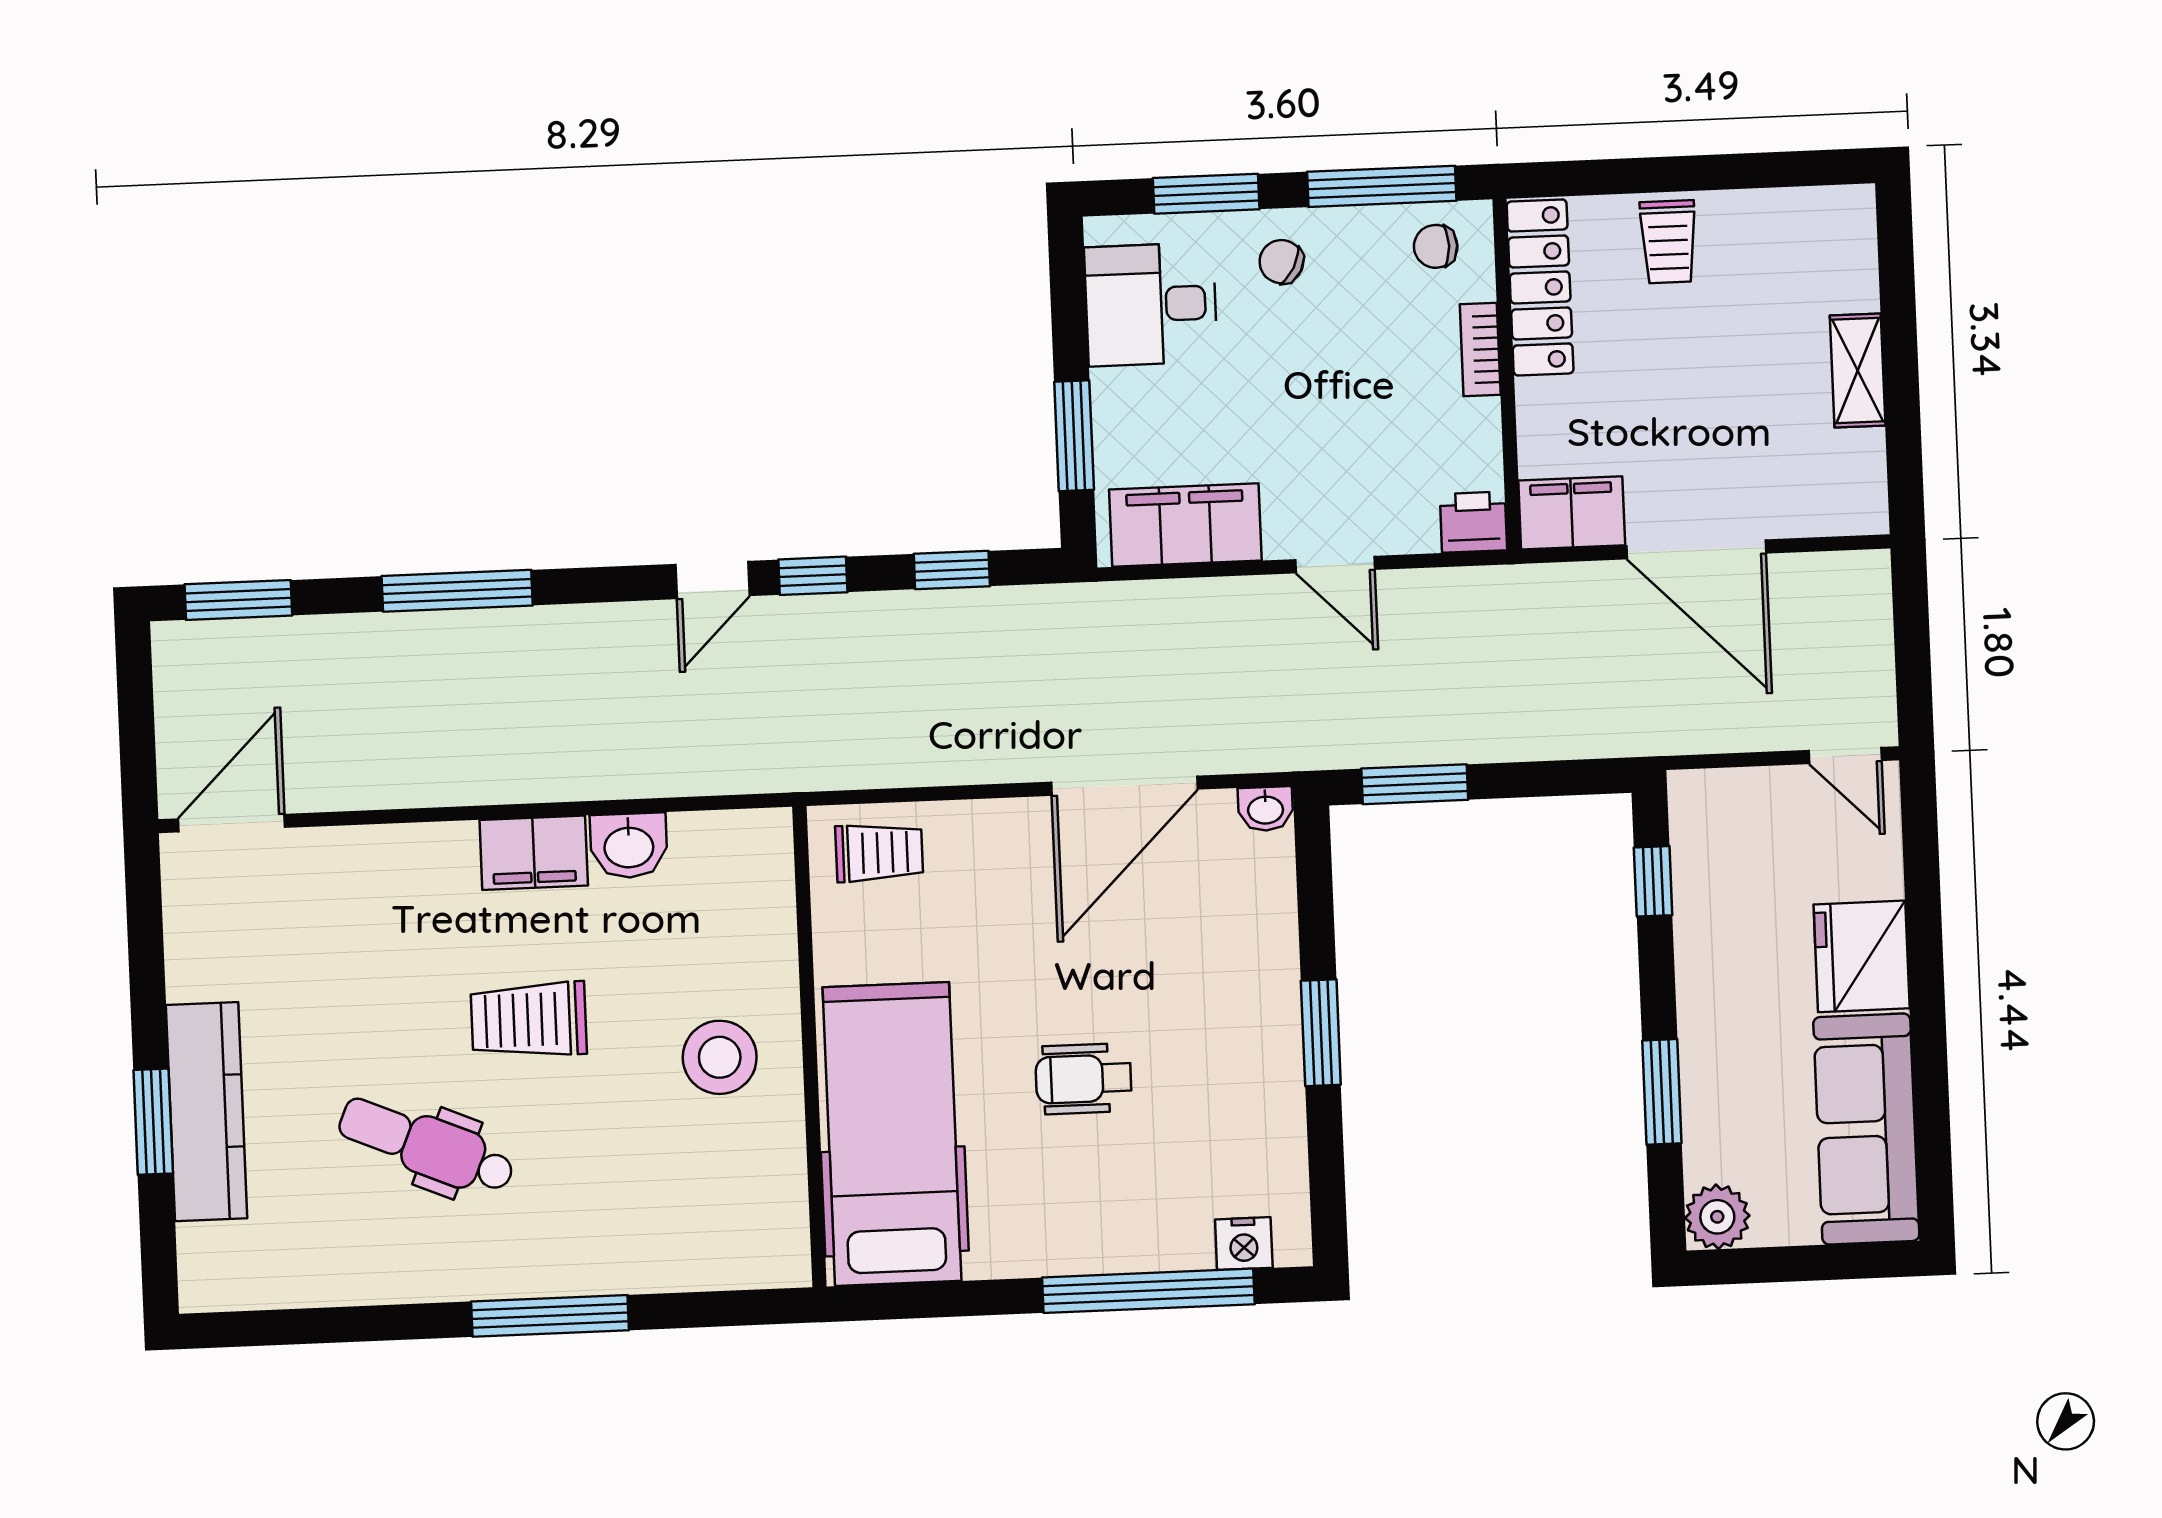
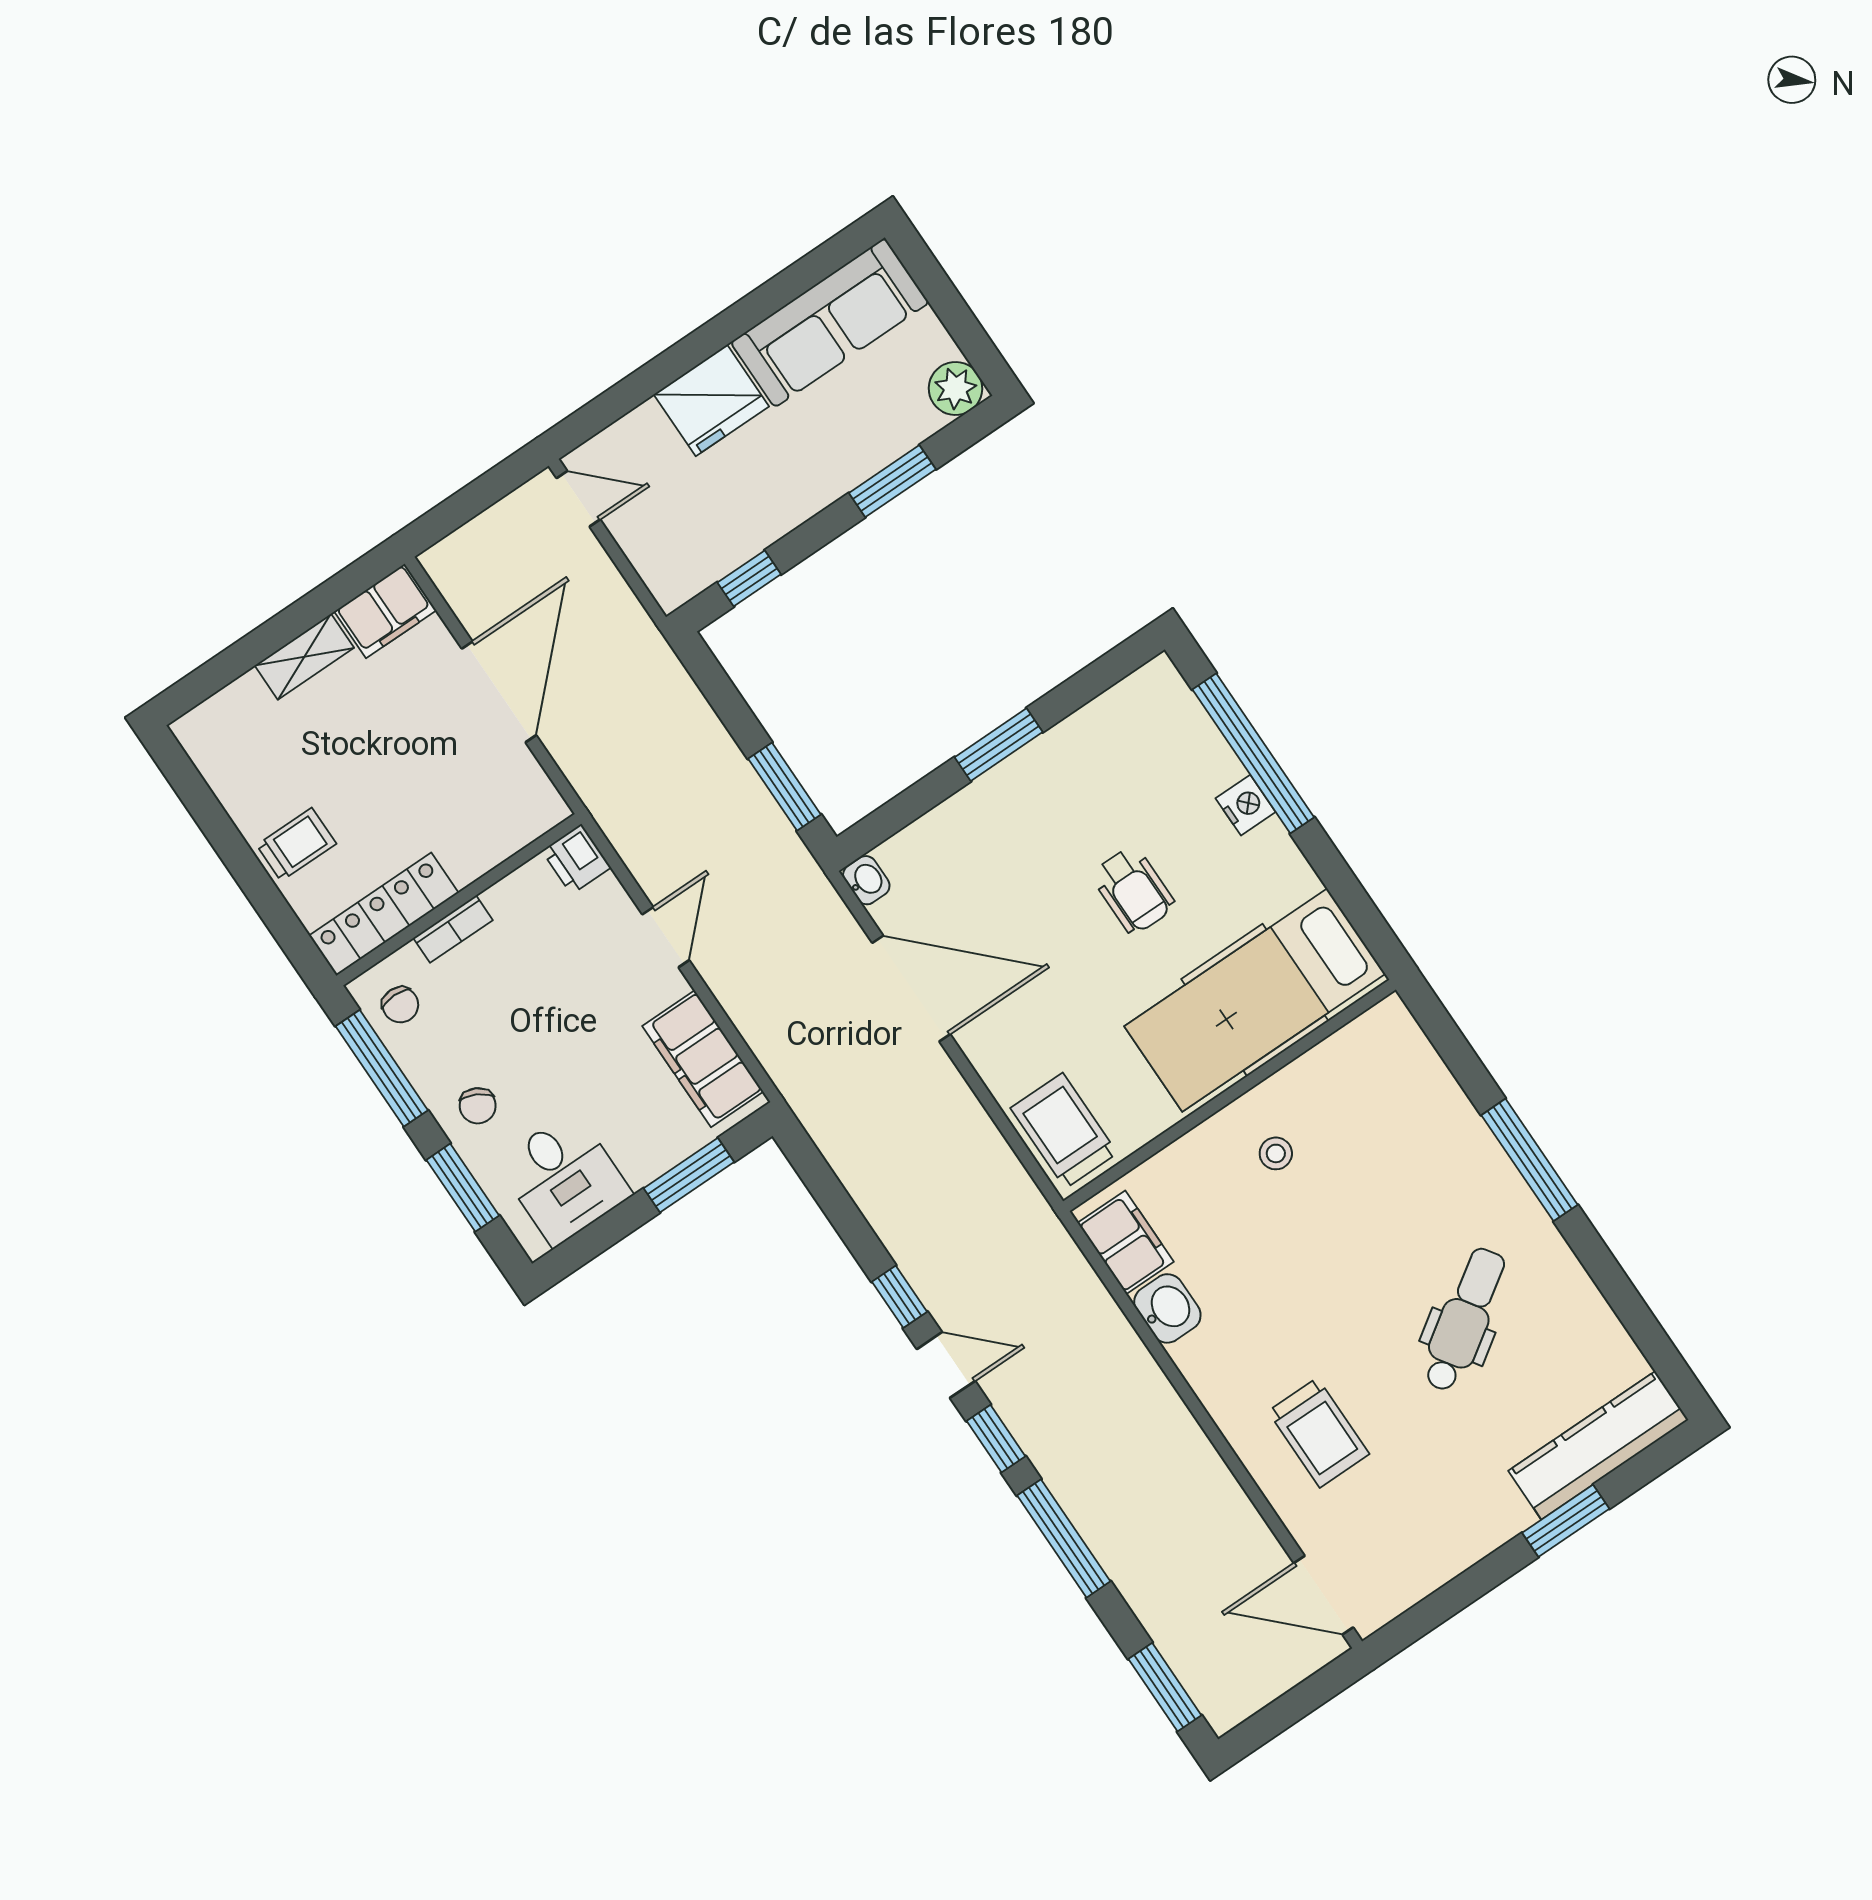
filing cabinet: (1572, 513) -> (385, 611), moved, turned -90
window: (952, 570) -> (996, 1439), moved
door: (1845, 756) -> (578, 499), hinge flipped
filing cabinet: (534, 853) -> (1126, 1242), moved
trolley: (879, 853) -> (1064, 1131), width x1.36, depth x1.39
trolley: (529, 1020) -> (1319, 1433), moved
stool: (720, 1057) -> (1276, 1153), width x0.53, depth x0.53
kitchen counter: (207, 1112) -> (1598, 1445), moved
dental chair: (427, 1146) -> (1464, 1320), turned -147
nightstand: (1244, 1244) -> (1246, 805), moved

